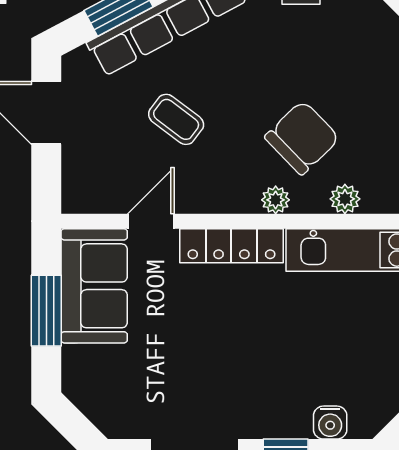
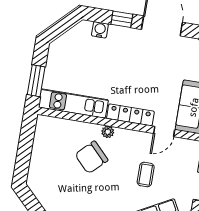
coffee table: (176, 119) -> (146, 175), turned 53
plant: (345, 199) -> (77, 127), removed

